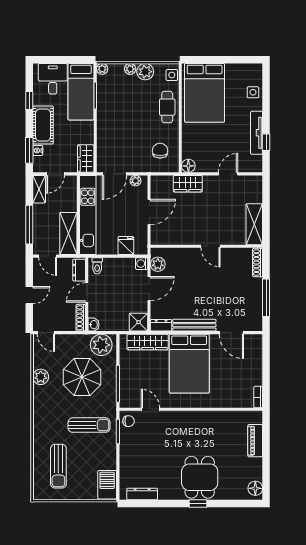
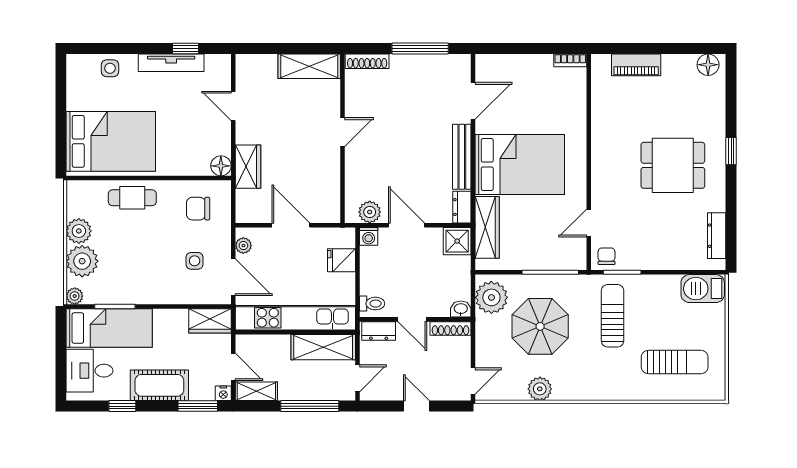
plant: (130, 69) -> (82, 261), width x1.88, depth x1.88
side table: (172, 75) -> (195, 261), moved
nightstand: (38, 150) -> (223, 393), moved
dining table: (200, 477) -> (673, 165), moved

